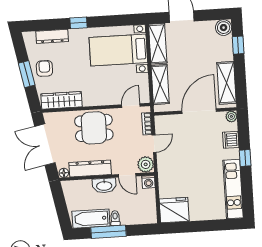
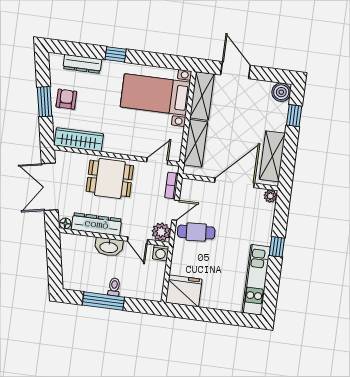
dishwasher: (231, 140) -> (264, 223), removed
cafe table: (175, 159) -> (196, 232), added
bathtub: (91, 219) -> (86, 282), removed

